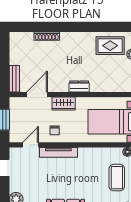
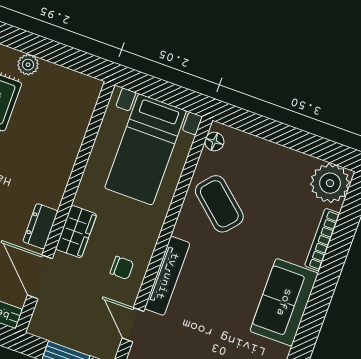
dresser: (79, 86) -> (40, 226), moved
coffee table: (117, 178) -> (219, 204), moved, turned 41

